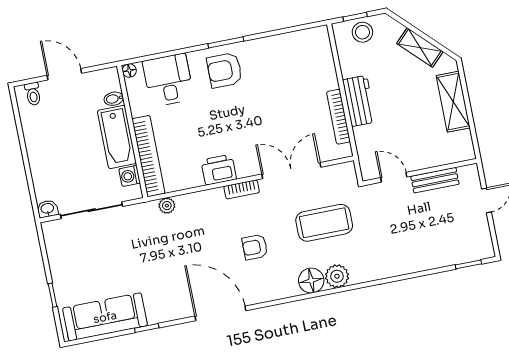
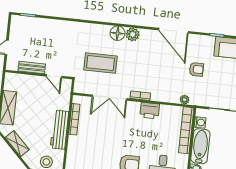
workbench: (359, 101) -> (60, 130), width x1.38
armchair: (255, 247) -> (196, 69), moved
plant: (337, 276) -> (133, 34), moved

